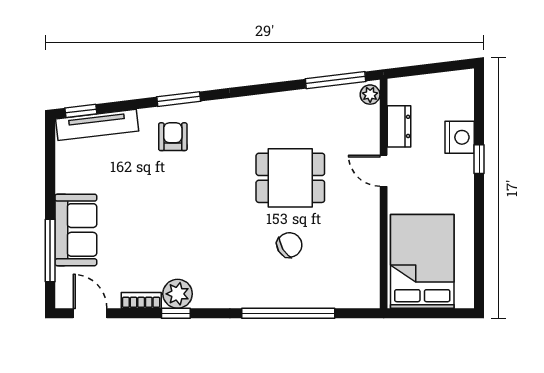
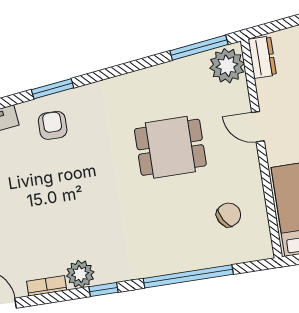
plant: (370, 95) -> (227, 66), width x1.88, depth x1.88
dresser: (399, 126) -> (262, 57), moved
chair: (289, 245) -> (229, 215), moved
window: (176, 313) -> (103, 289), moved

